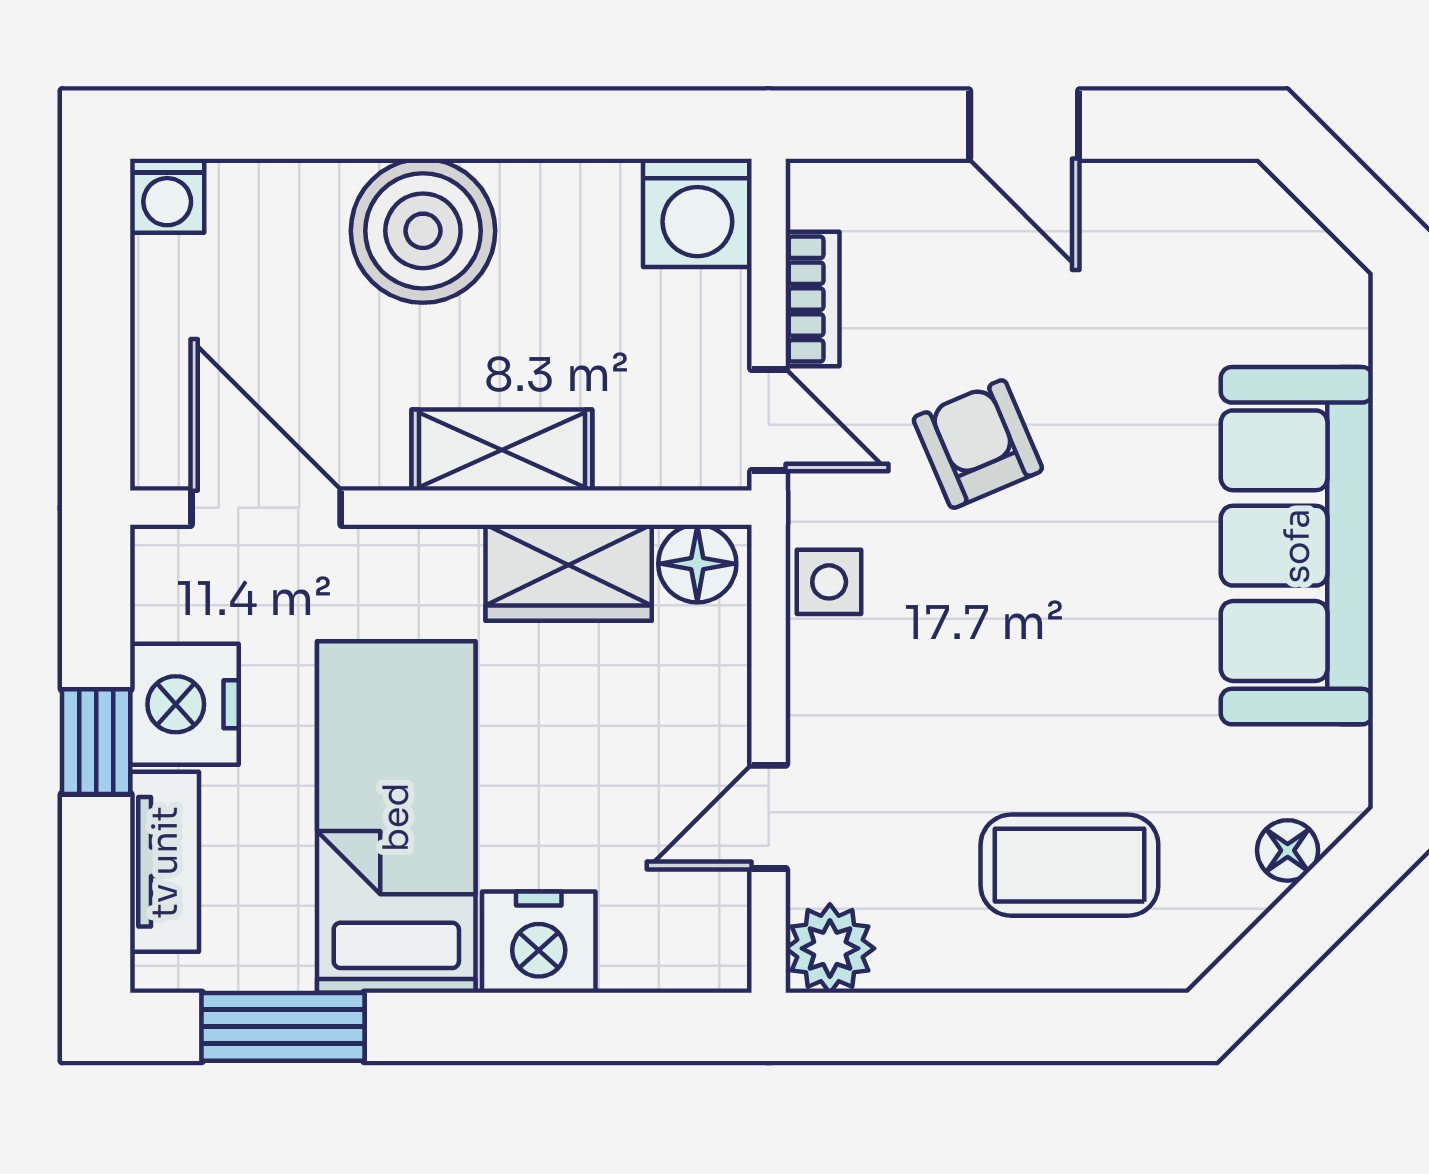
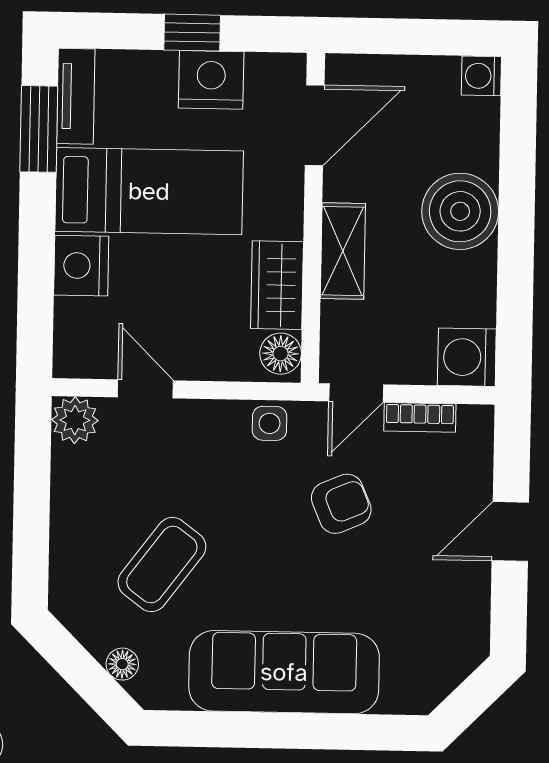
tv unit: (165, 862) -> (76, 96), moved, turned -90
coffee table: (1069, 865) -> (162, 564), moved, turned 37

